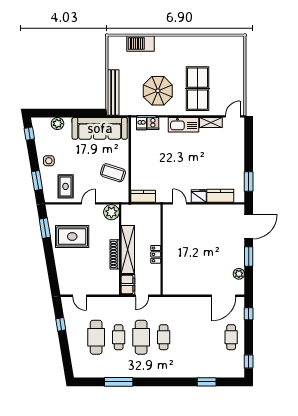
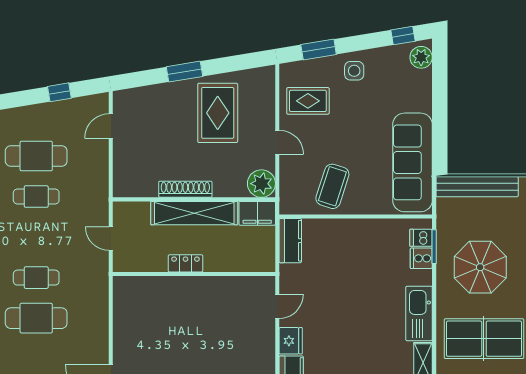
plant: (57, 124) -> (421, 57), moved
window: (45, 228) -> (184, 72), moved
filing cabinet: (128, 285) -> (257, 213), moved
cafe table: (141, 337) -> (36, 318), moved

